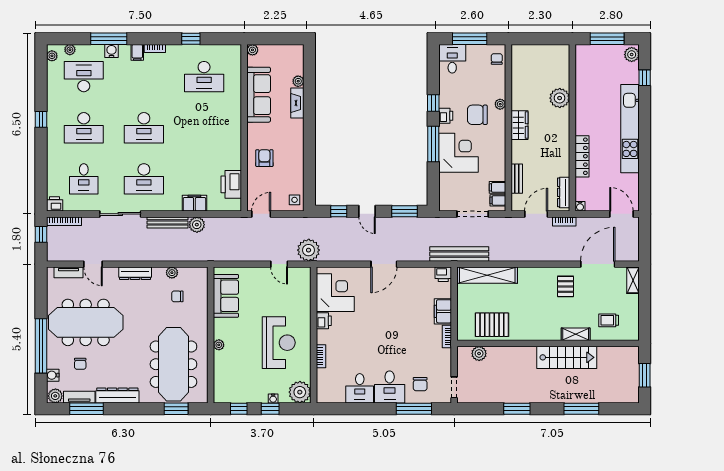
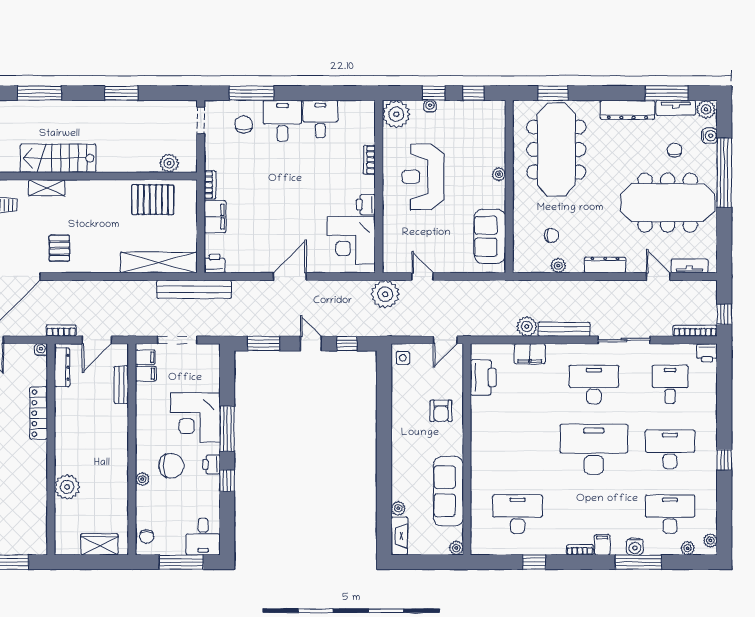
desk: (84, 77) -> (670, 514), turned 180
fireplace: (297, 103) -> (399, 536), moved
wardrobe: (520, 125) -> (99, 544), moved, turned 90
desk: (144, 128) -> (594, 449), width x1.36, depth x1.30

